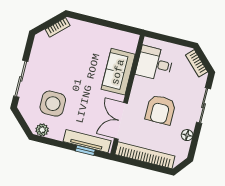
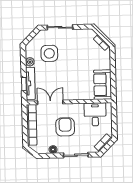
sofa: (118, 72) -> (103, 85), moved, turned -90
armchair: (160, 110) -> (65, 127), turned 90
plant: (42, 130) -> (30, 62), moved

